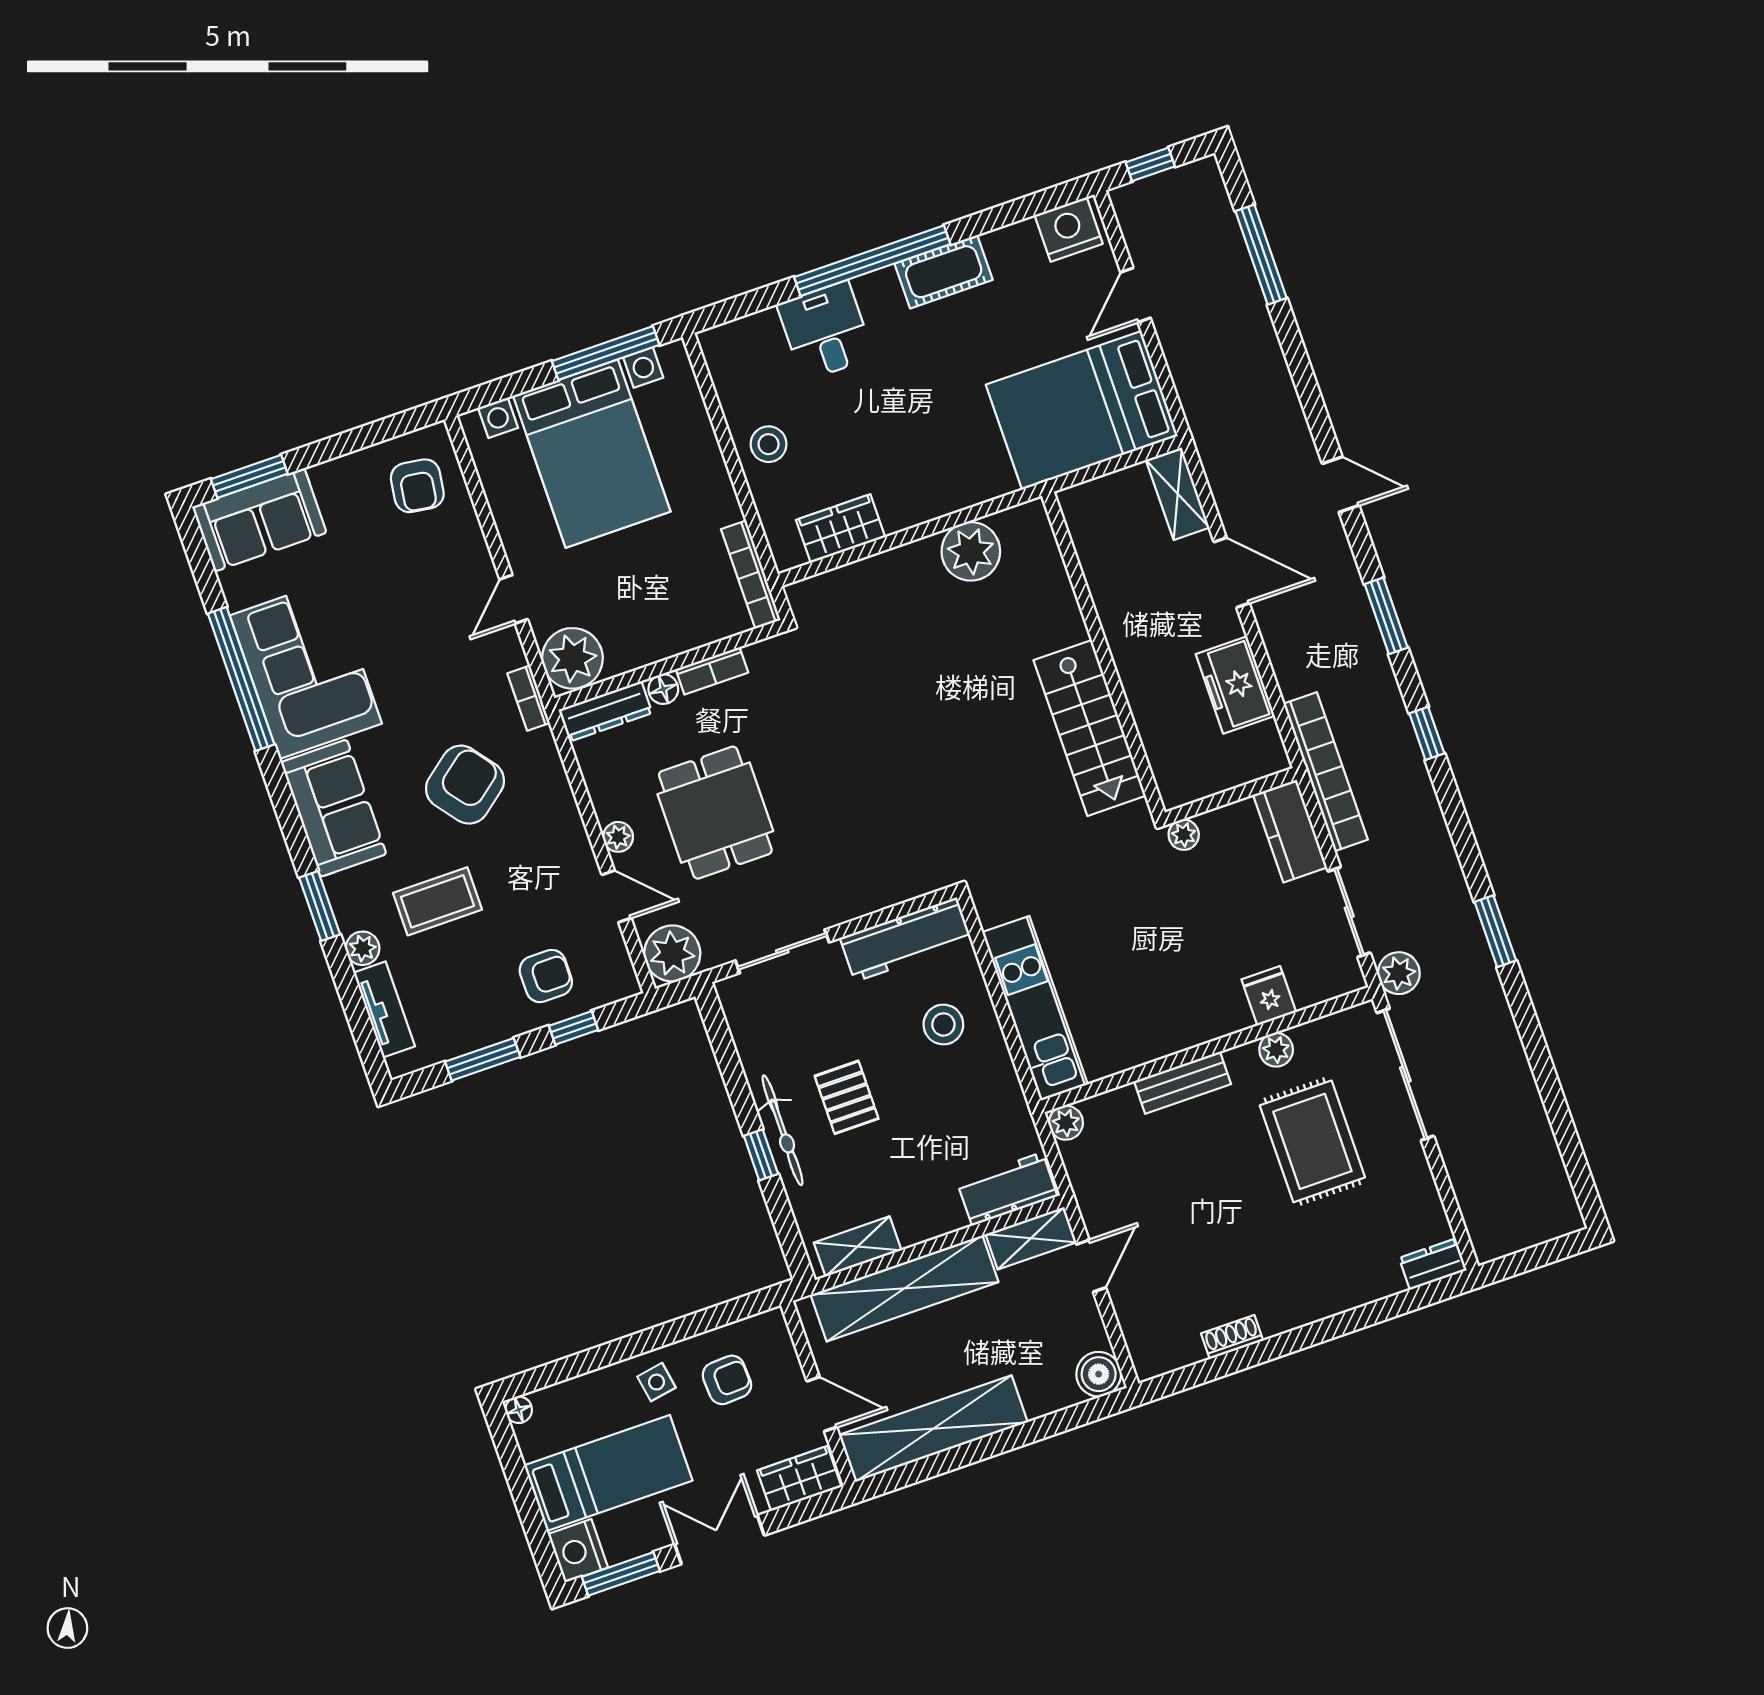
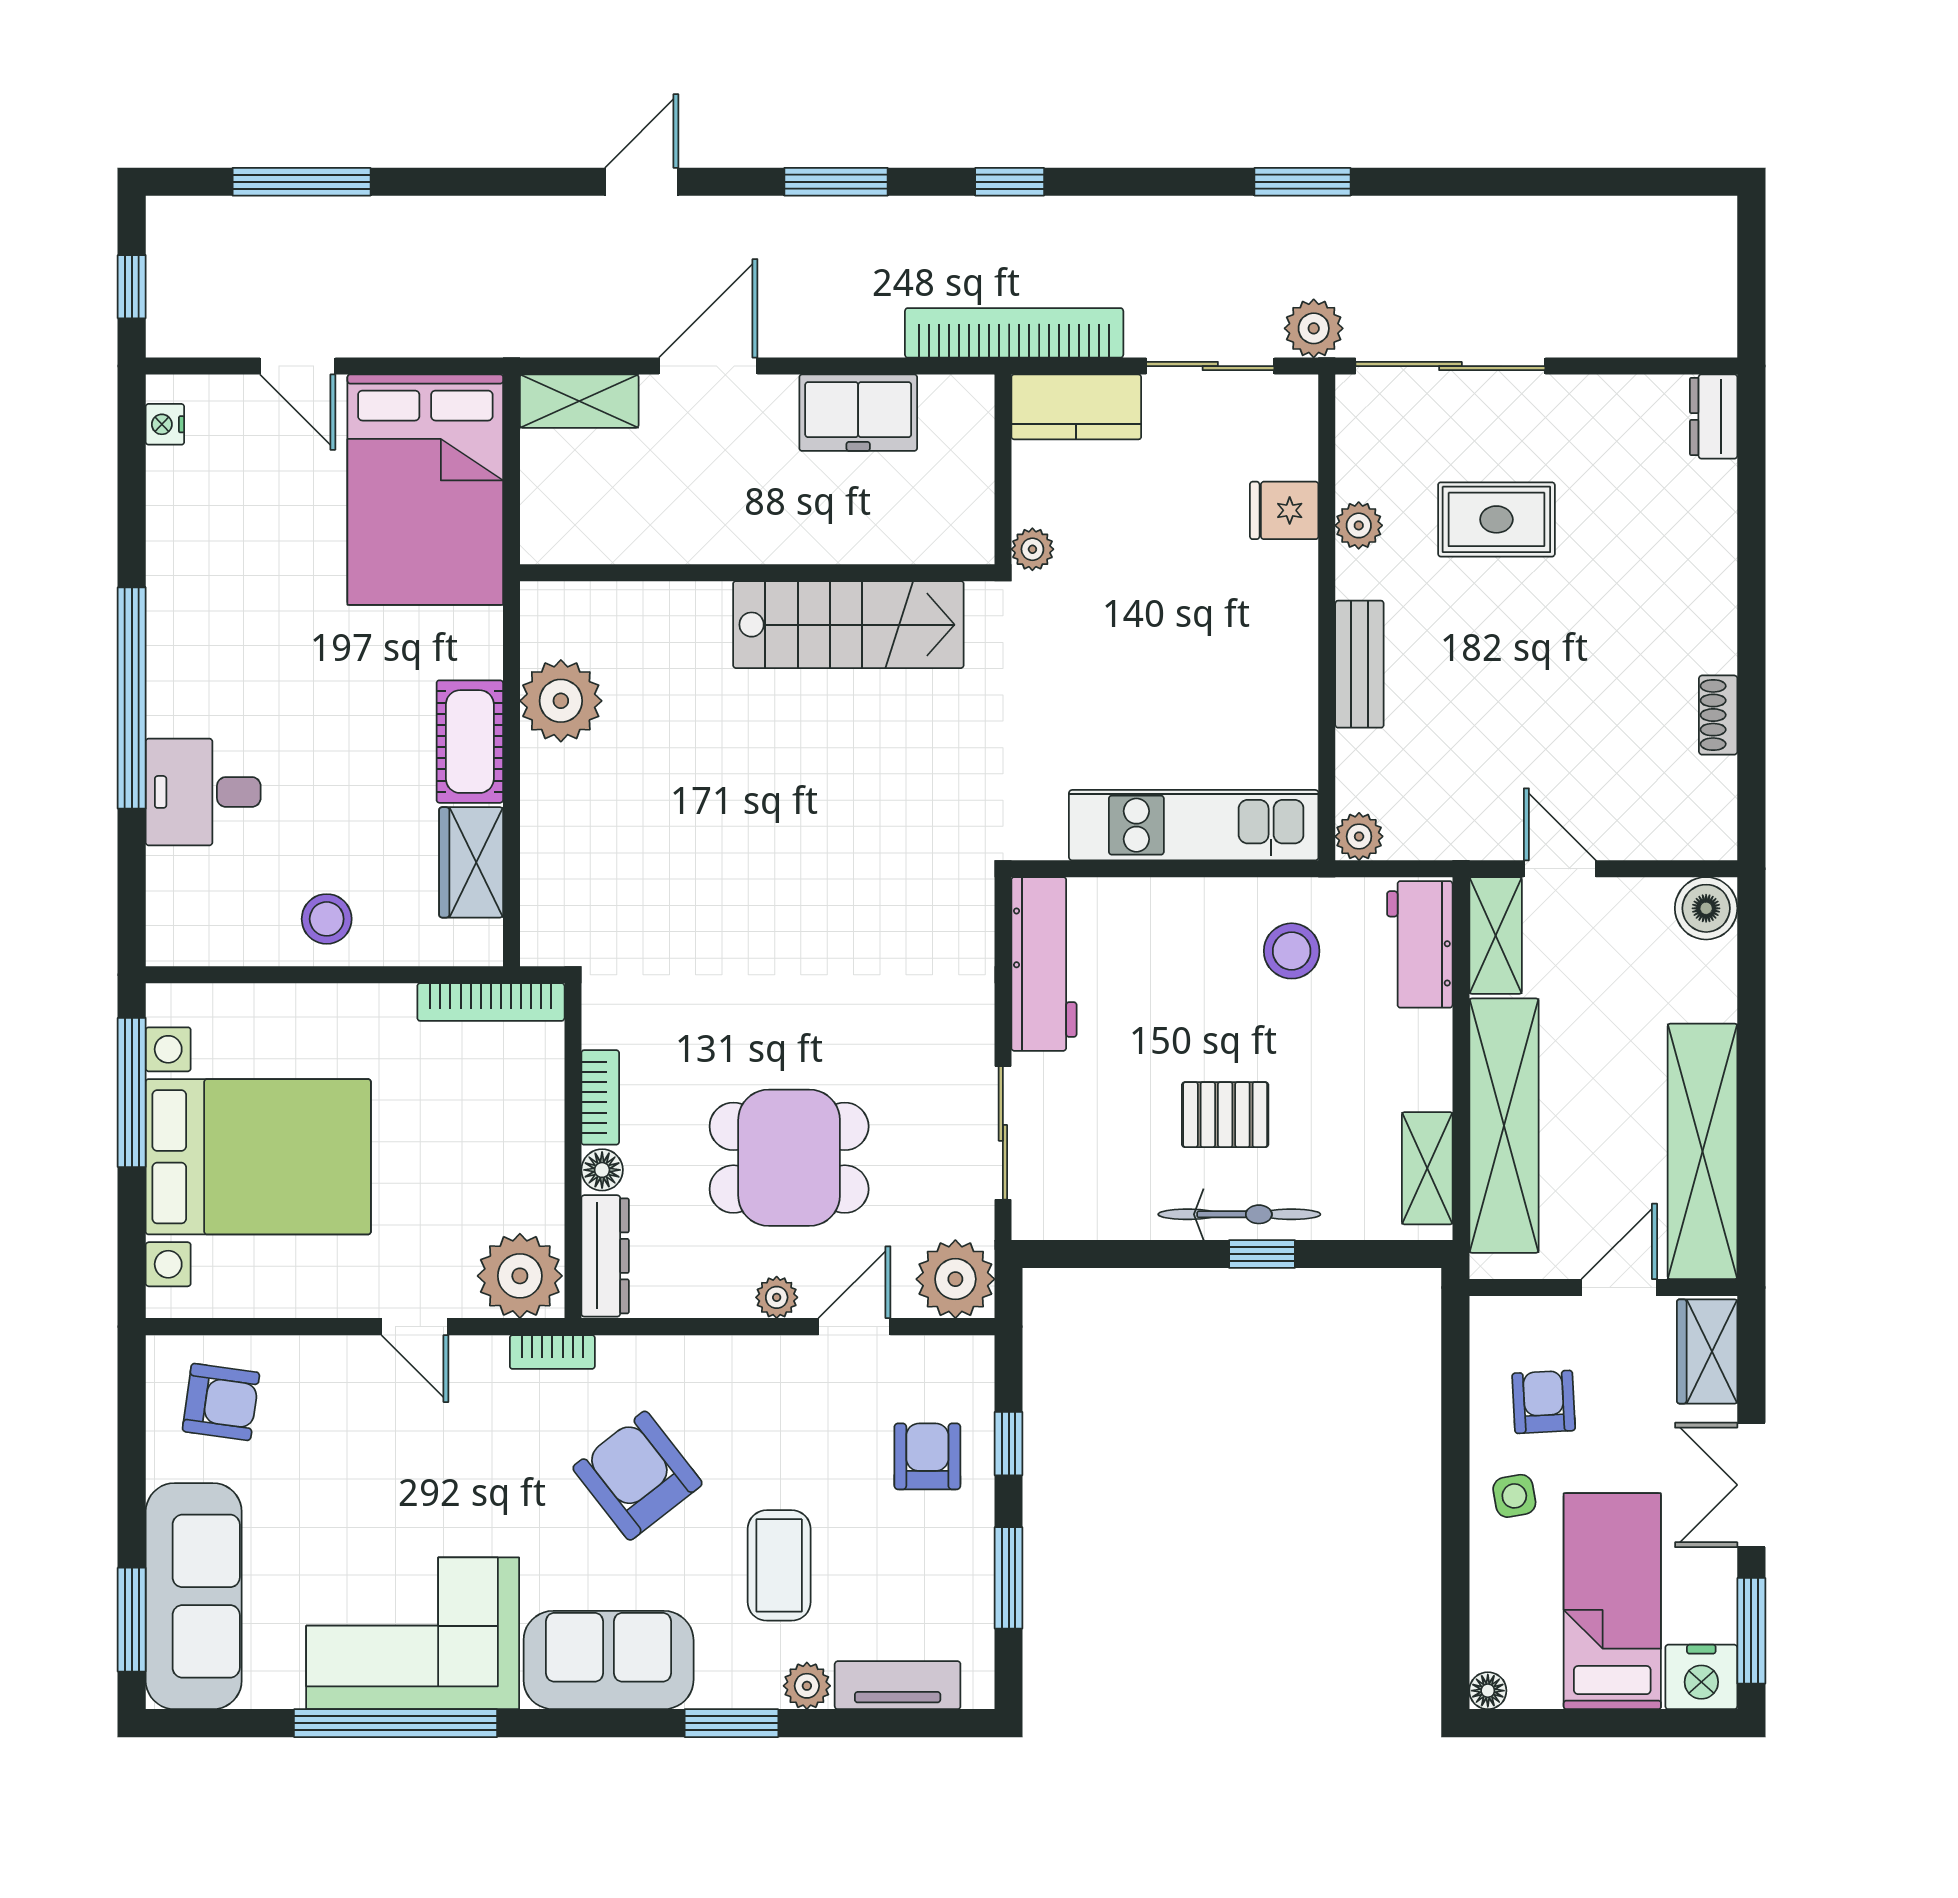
nightstand: (1069, 229) -> (165, 424), width x0.53, depth x0.56
cot: (944, 272) -> (470, 742), moved
sofa: (259, 520) -> (194, 1596), width x1.36
stool: (943, 1024) -> (1292, 951), moved
rug: (1312, 1141) -> (1496, 519), width x0.73, depth x0.70

